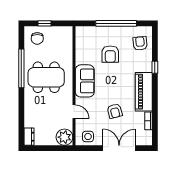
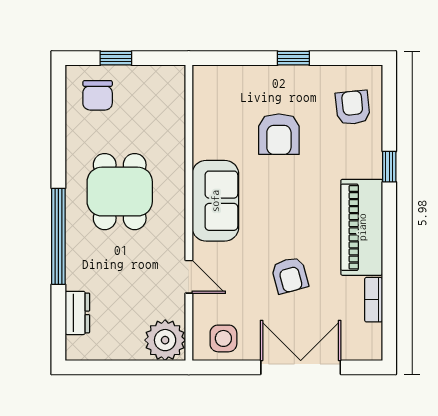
window: (116, 23) -> (293, 58), width x0.32
window: (21, 68) -> (58, 236), moved
dining table: (46, 77) -> (120, 192), width x0.73
dresser: (29, 137) -> (77, 313), moved

